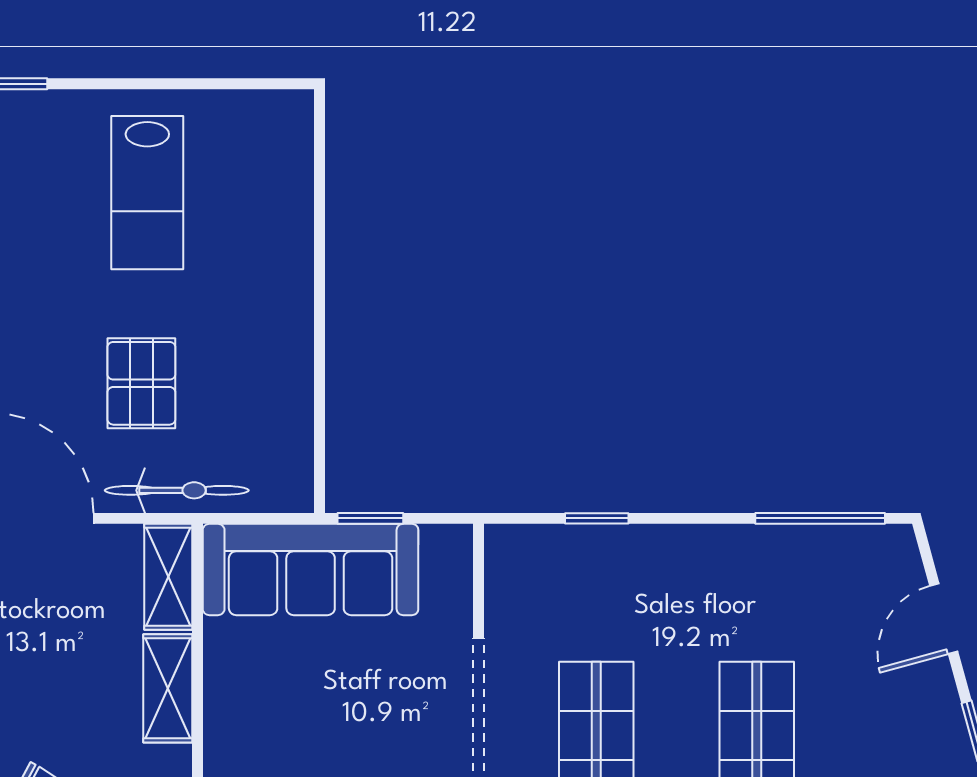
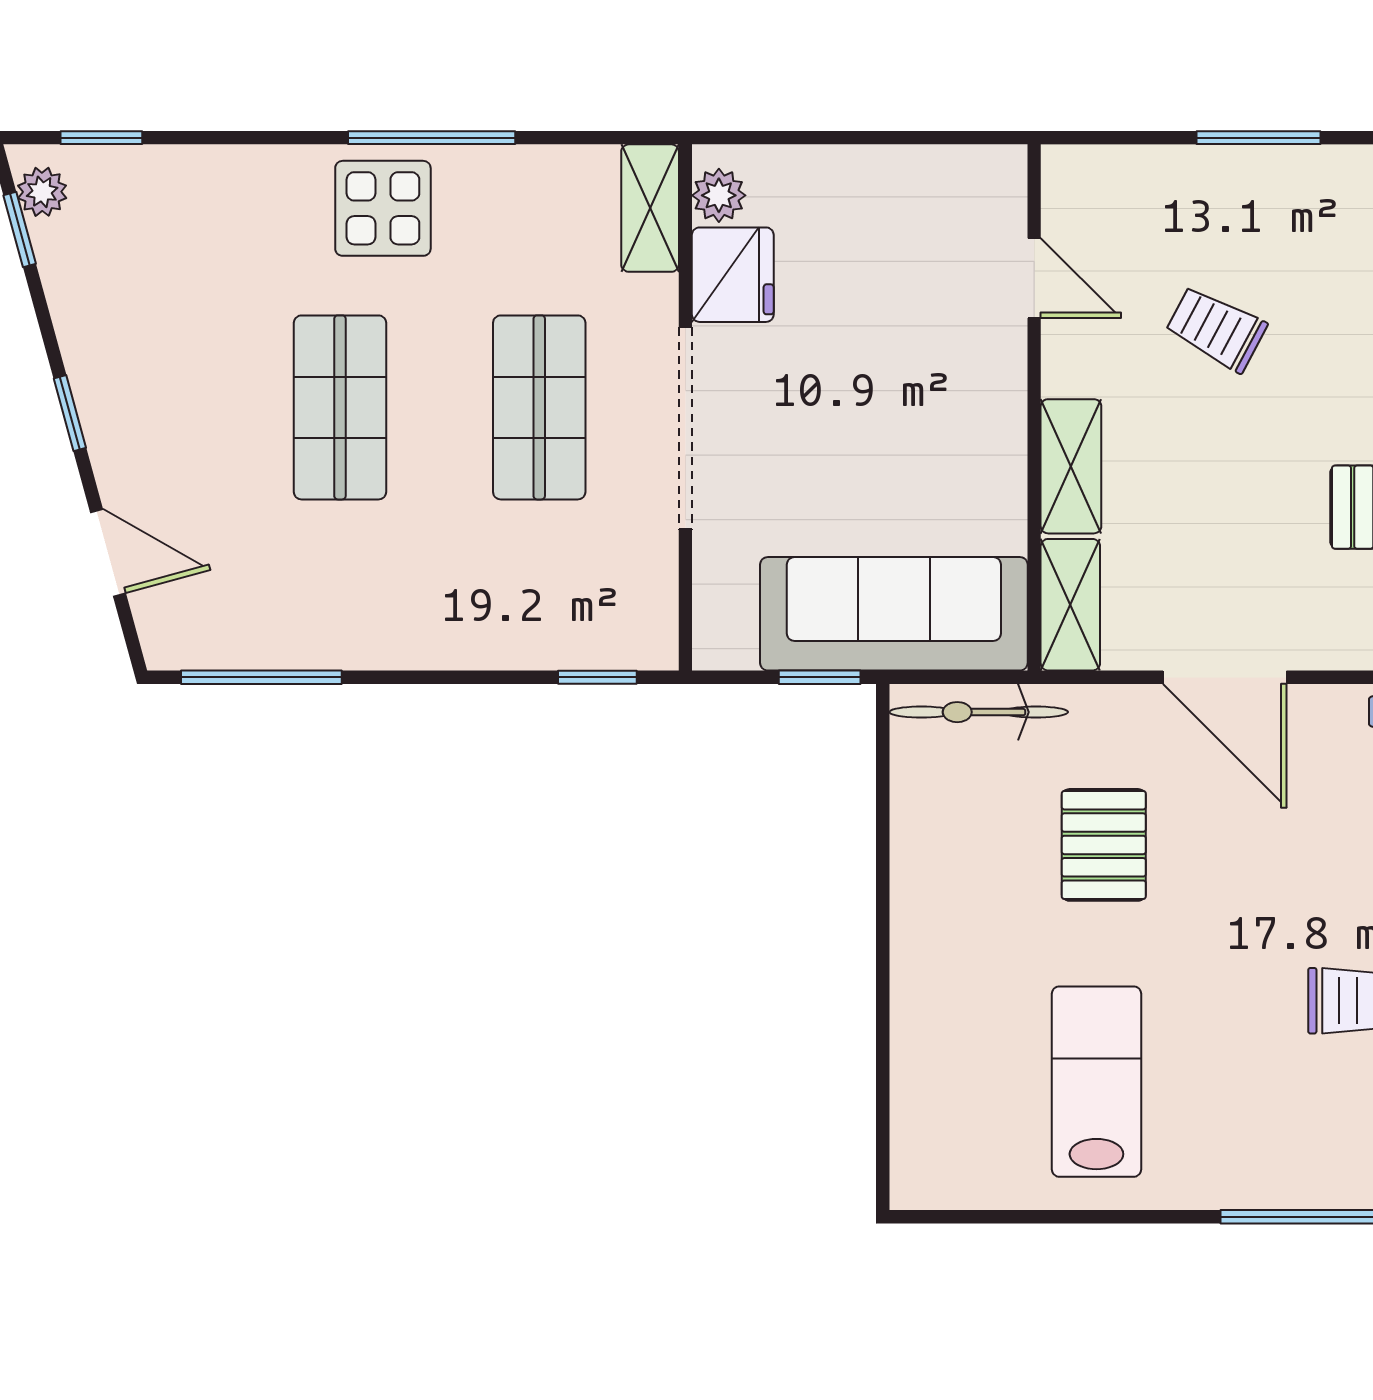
bicycle: (177, 490) -> (979, 712), moved
window: (597, 518) -> (597, 677), moved
door: (944, 619) -> (108, 553), hinge flipped

